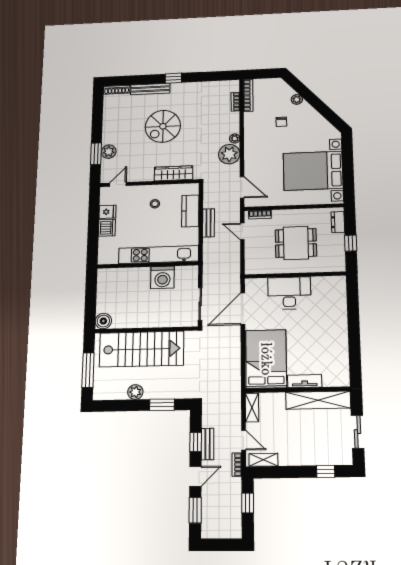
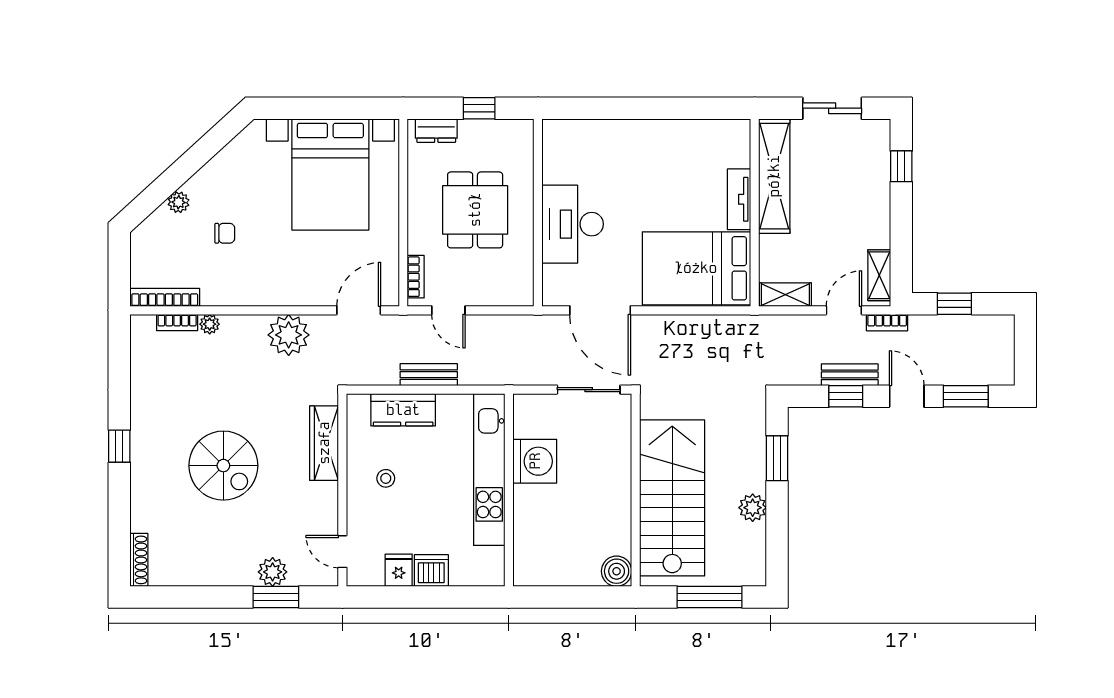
bench: (150, 89) -> (141, 492), removed
plant: (235, 138) -> (210, 324), moved
door: (242, 231) -> (448, 310), hinge flipped

